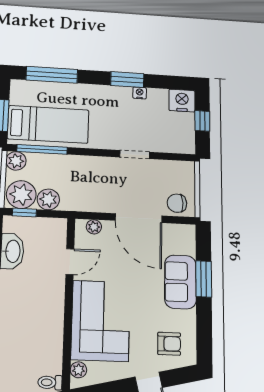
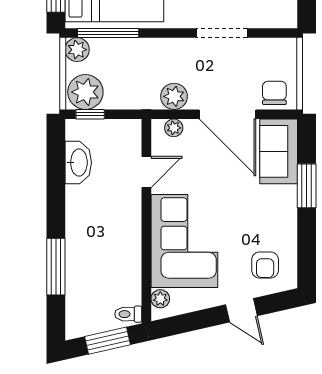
doorway: (135, 155) -> (222, 33), width x1.38
plant: (48, 199) -> (174, 96), moved
chair: (177, 203) -> (274, 93), turned 93
sofa: (180, 282) -> (279, 151), moved
armchair: (169, 344) -> (265, 265), turned 90

